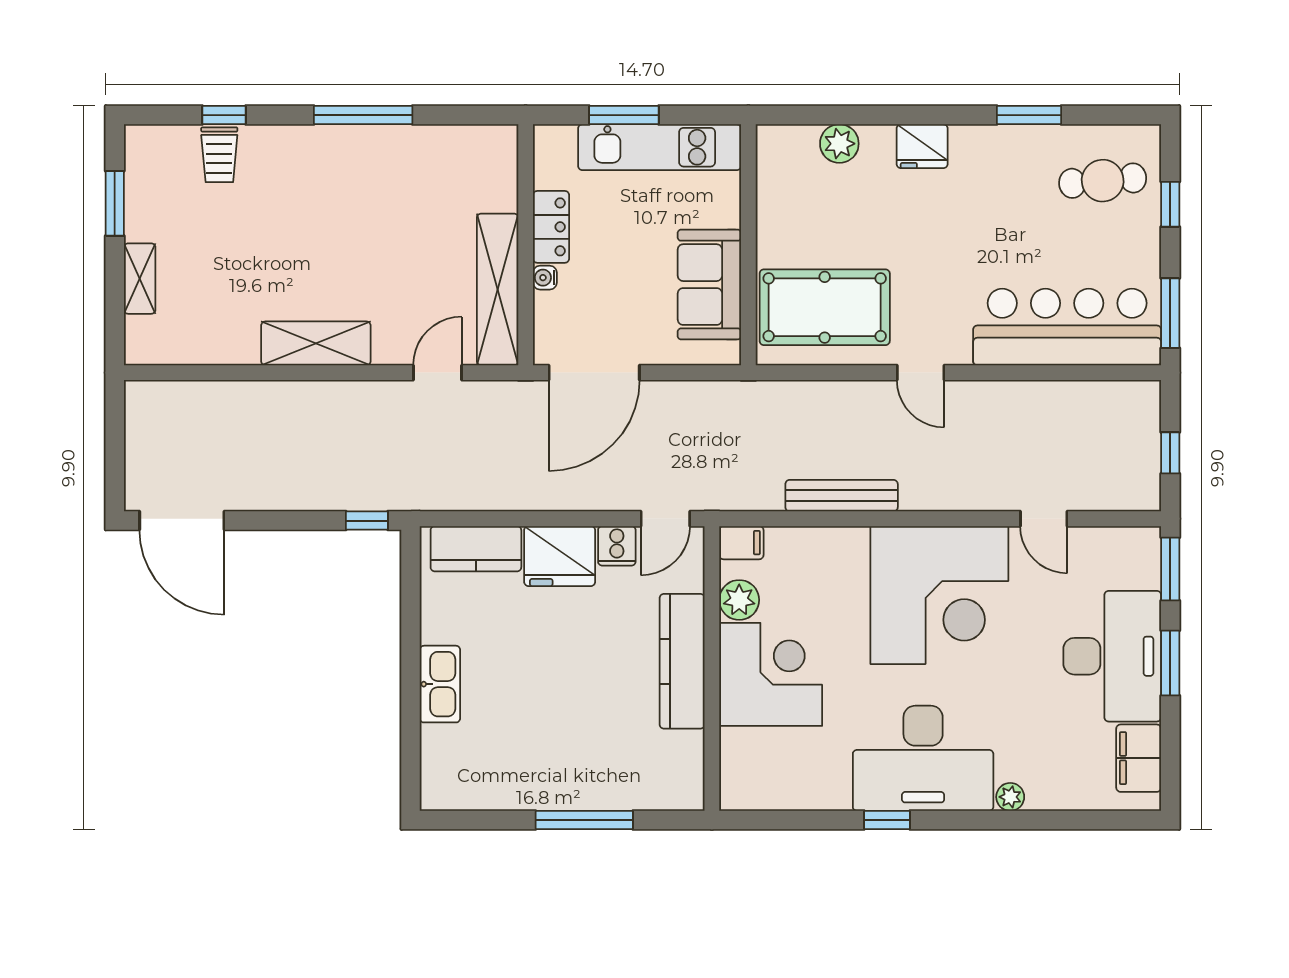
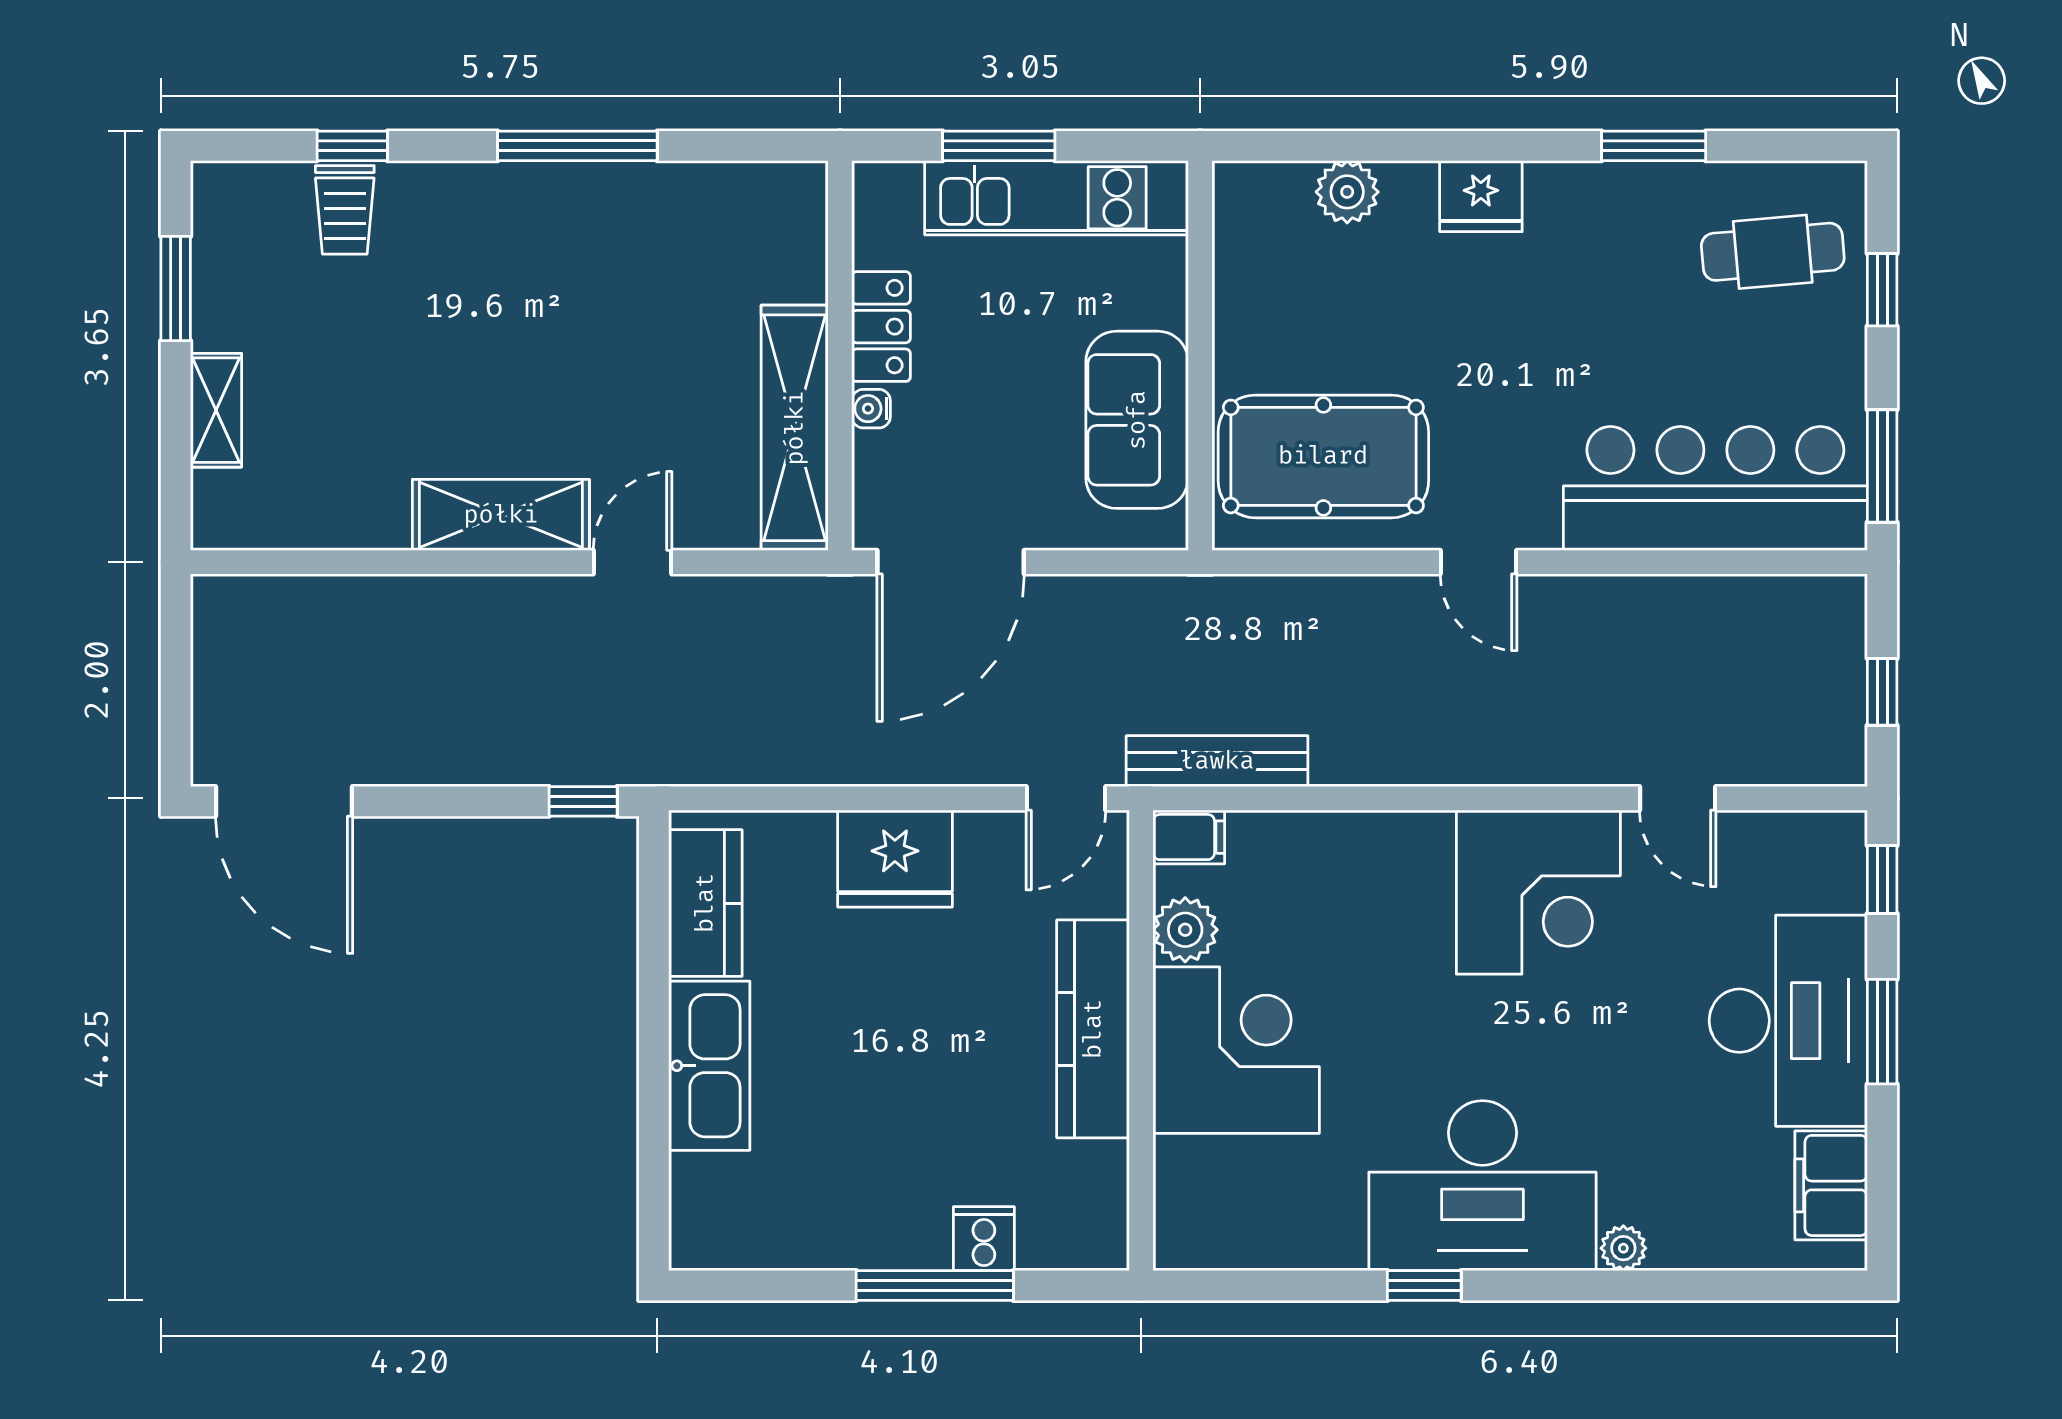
door: (438, 373) -> (632, 562), moved
bench: (842, 496) -> (1217, 761), moved
cooker: (617, 546) -> (984, 1239), moved, turned 180
kitchen counter: (476, 549) -> (705, 903), moved, turned -90
window: (1170, 569) -> (1882, 879), width x0.67
corner desk: (939, 595) -> (1538, 892), width x0.74, depth x0.74
kitchen sink: (440, 684) -> (709, 1066), width x1.36, depth x1.24

